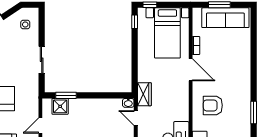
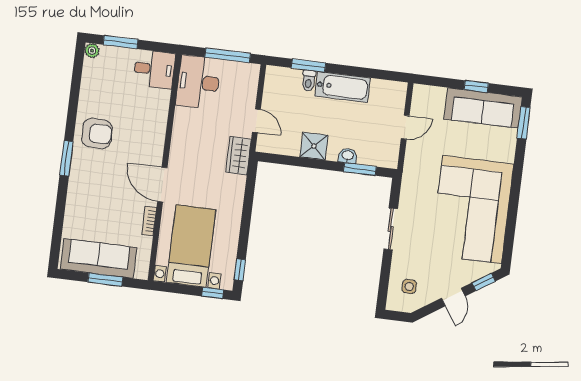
washbasin: (128, 103) -> (348, 156), moved
armchair: (213, 105) -> (97, 133), moved
shower: (60, 106) -> (314, 146), moved
window: (254, 113) -> (66, 158), moved

